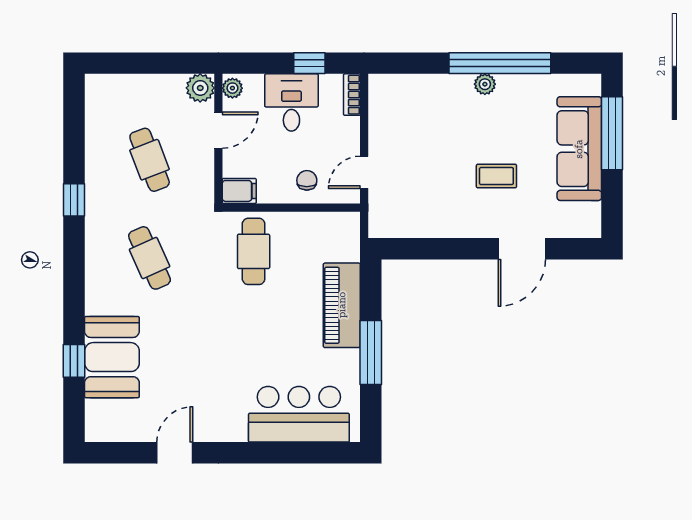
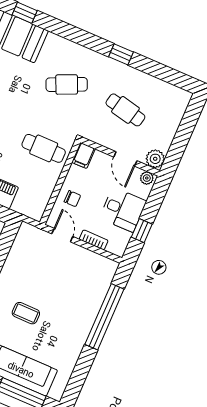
window: (500, 63) -> (104, 317), moved
plant: (485, 84) -> (84, 330), removed
bookcase: (352, 95) -> (94, 240), moved
cafe table: (150, 160) -> (125, 110), turned 33
coffee table: (496, 176) -> (26, 313), turned 90

